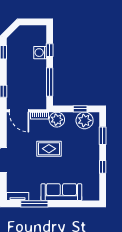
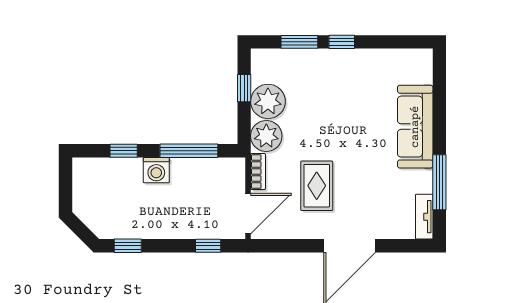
washing machine: (40, 53) -> (156, 170), moved
plant: (85, 120) -> (268, 101), moved
rug: (49, 149) -> (317, 186), moved
window: (103, 167) -> (342, 42), moved

